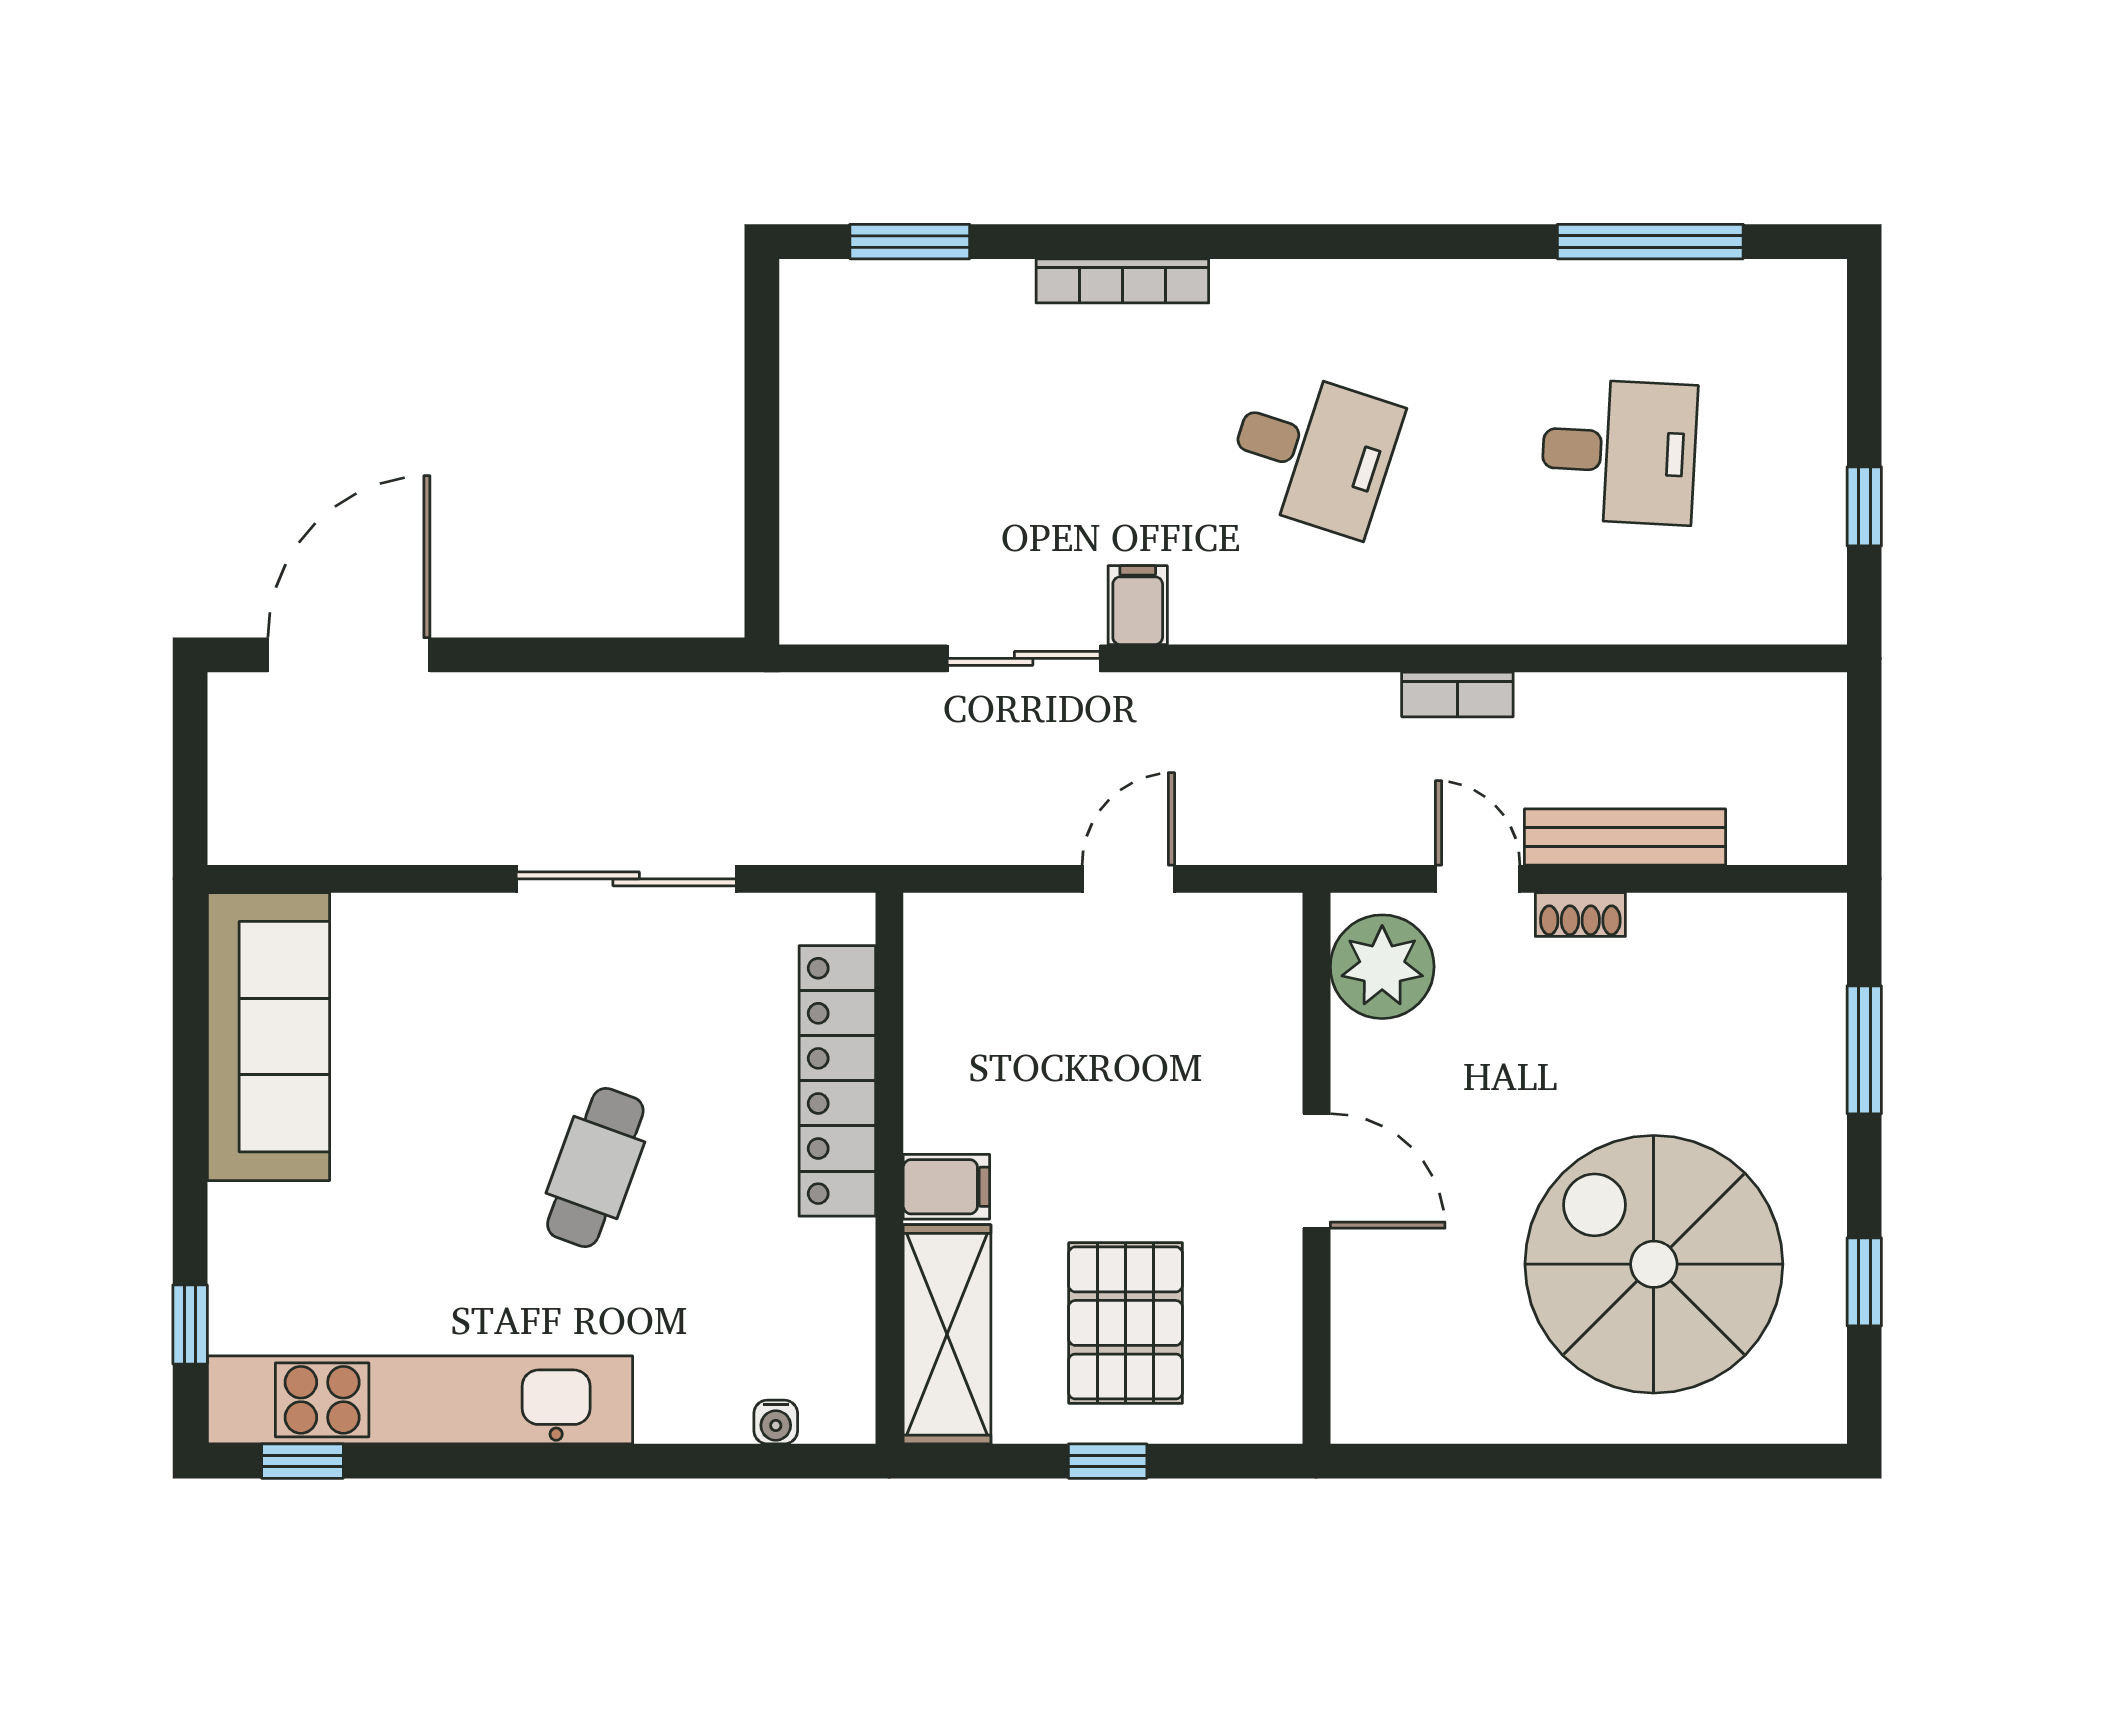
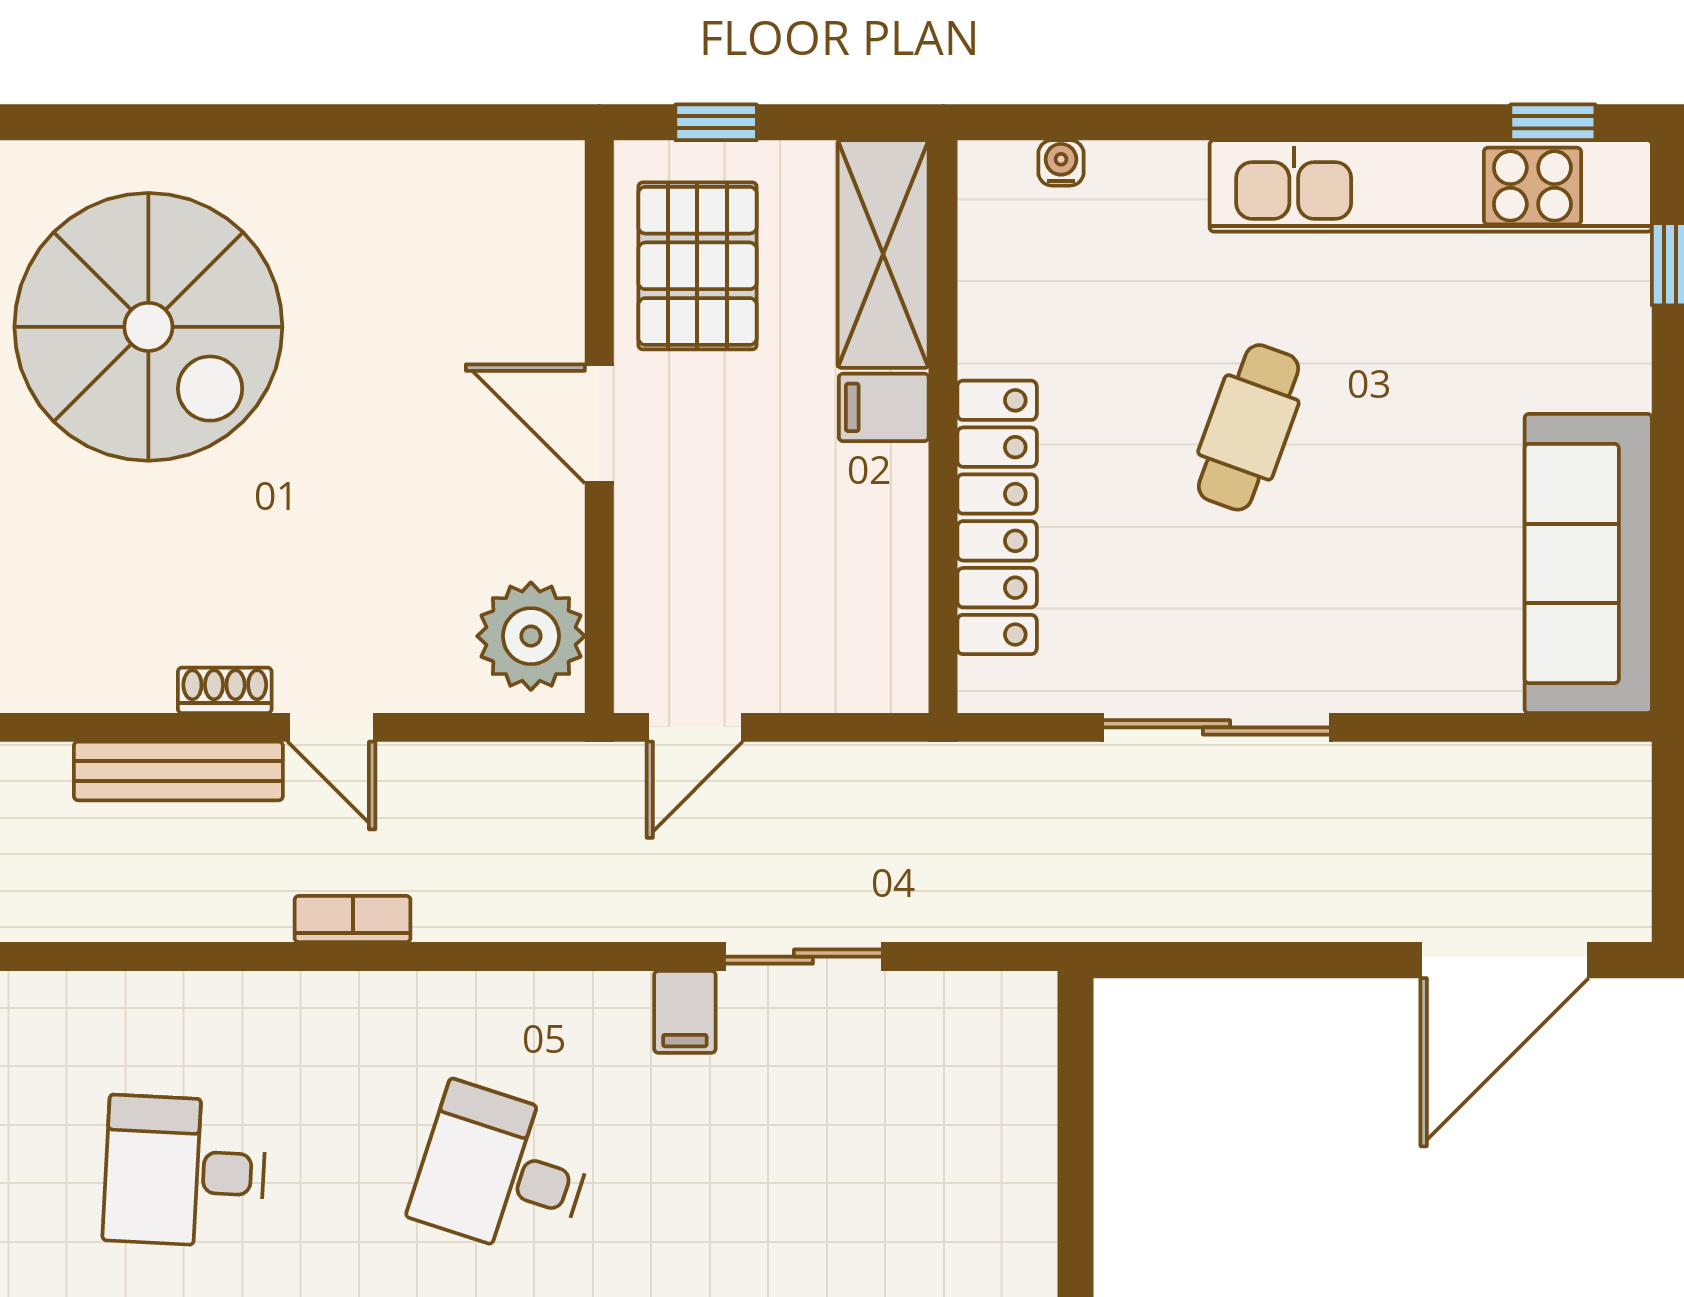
plant: (1382, 967) -> (531, 636), moved
wall: (1317, 1168) -> (599, 427), moved
door: (1317, 1171) -> (599, 424), moved

